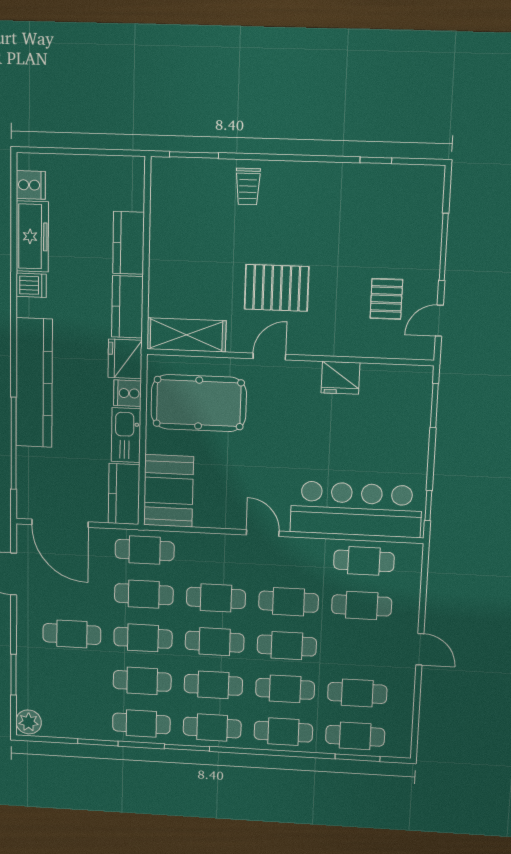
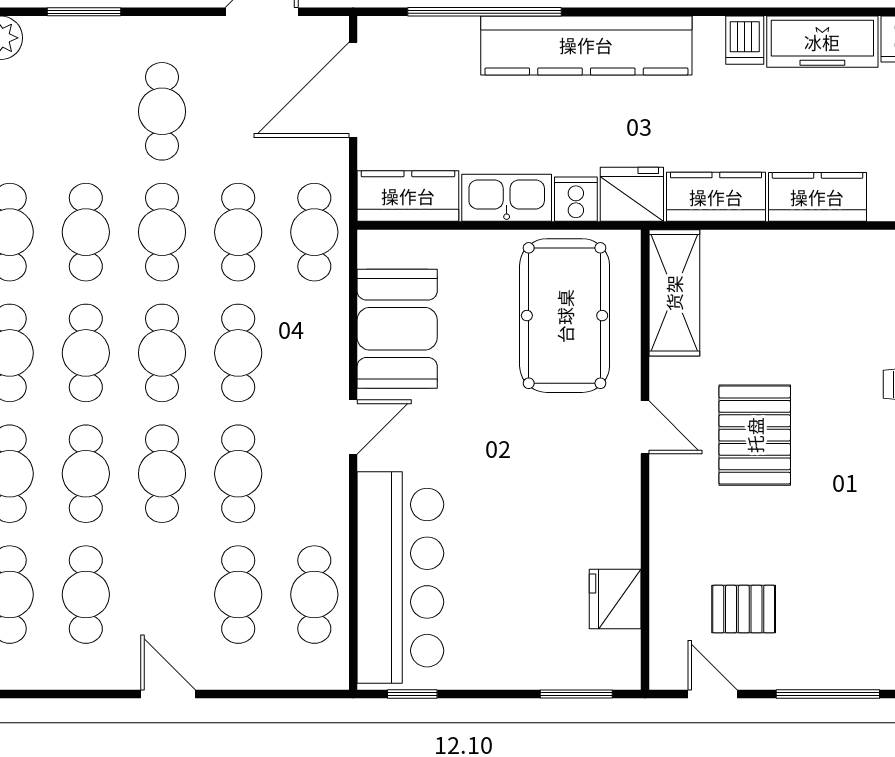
fridge: (340, 378) -> (615, 599), moved
booth: (168, 491) -> (397, 329), moved, turned 90
door: (420, 649) -> (168, 694), swing flipped

